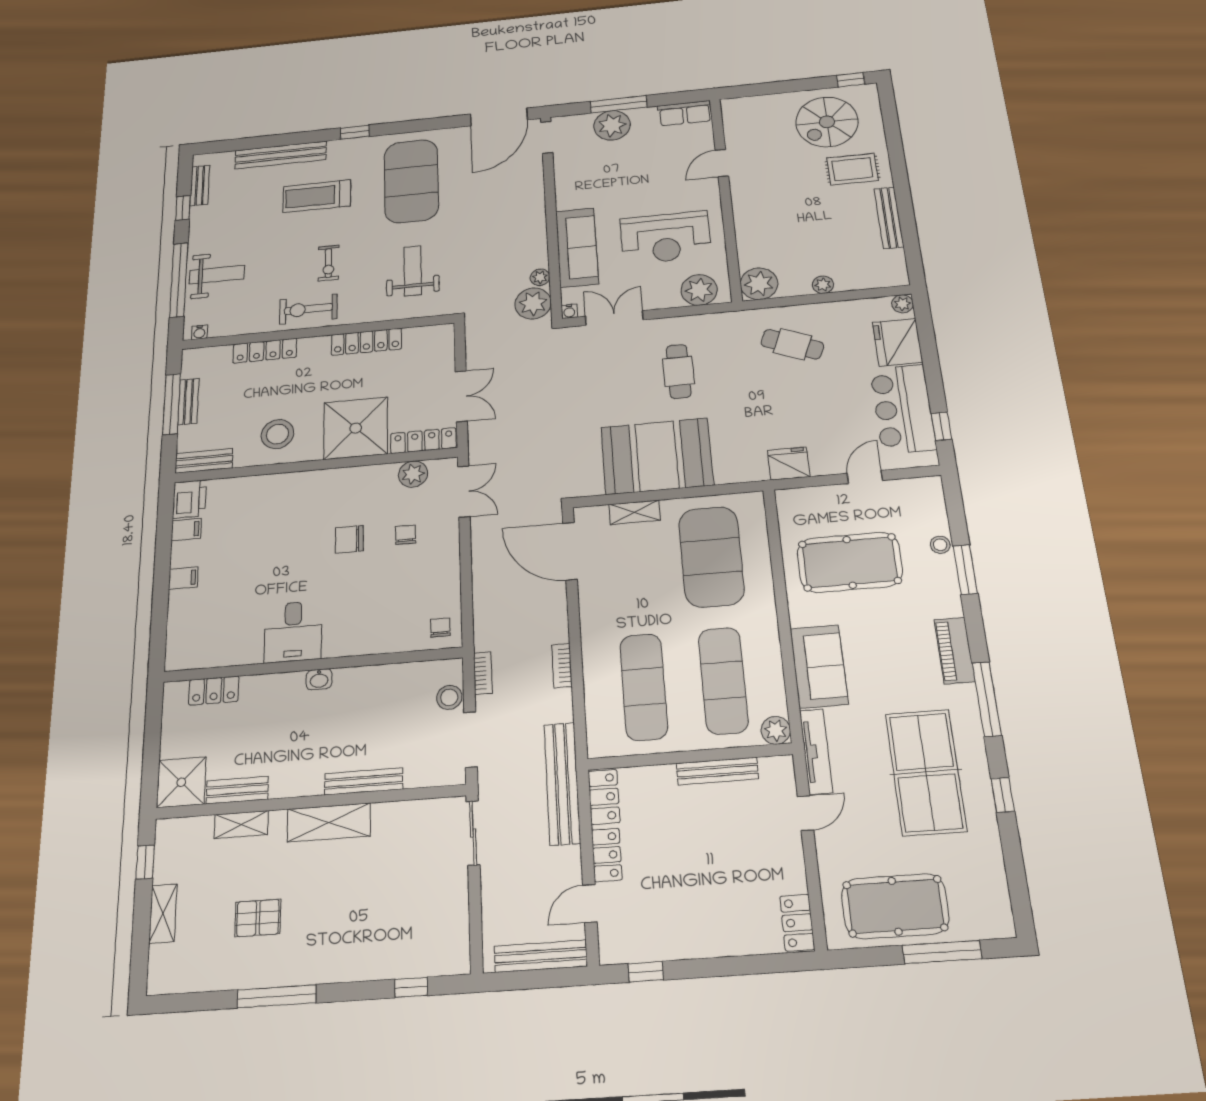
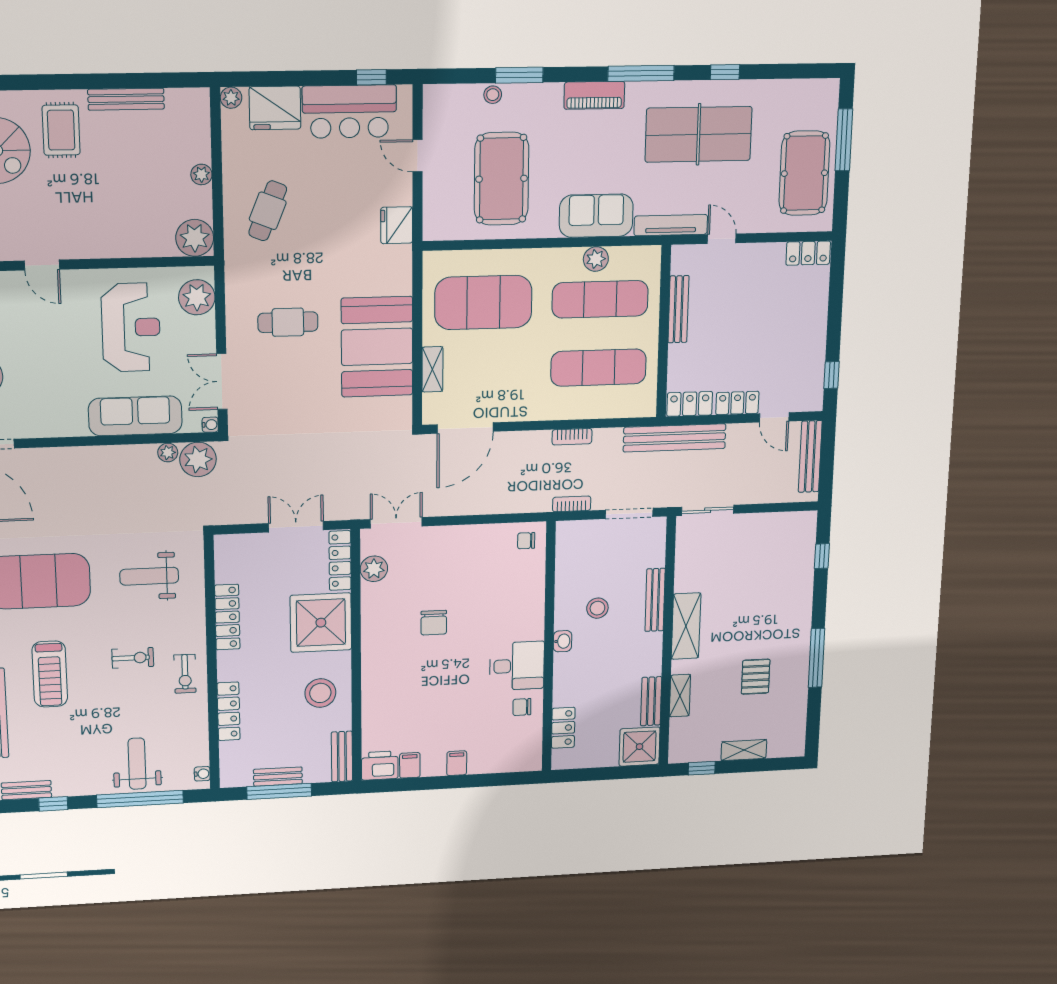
exercise bike: (308, 309) -> (185, 674), width x0.73, depth x0.72
chair: (406, 535) -> (522, 707), moved
stool: (449, 697) -> (597, 608), moved
plant: (776, 730) -> (596, 259), moved

